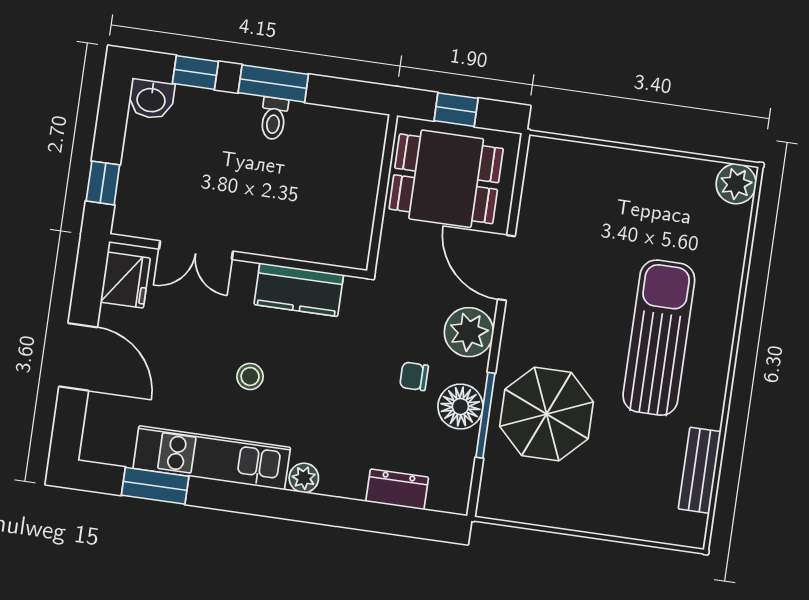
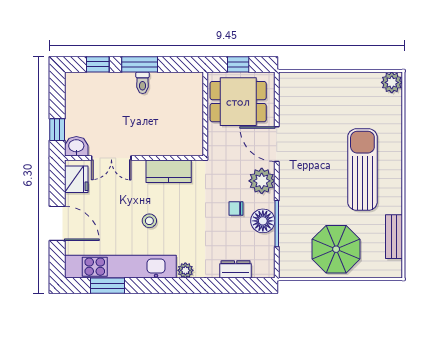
washbasin: (151, 99) -> (76, 146), moved, turned 180
parasol: (547, 414) -> (336, 249), moved
kitchen unit: (212, 458) -> (120, 267), width x1.36

